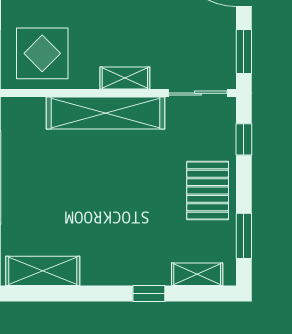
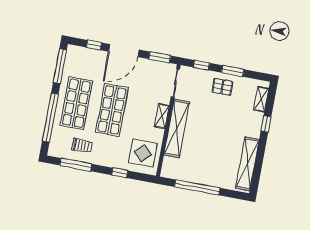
pallet: (208, 190) -> (222, 87), width x0.67, depth x0.71
window: (244, 236) -> (233, 71), moved
shelving: (43, 271) -> (247, 164), width x1.47

